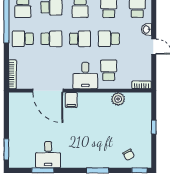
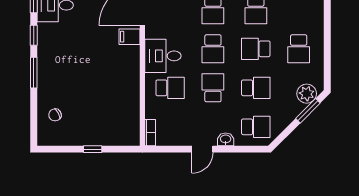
plant: (118, 99) -> (131, 100), removed
window: (139, 170) -> (34, 35), moved

